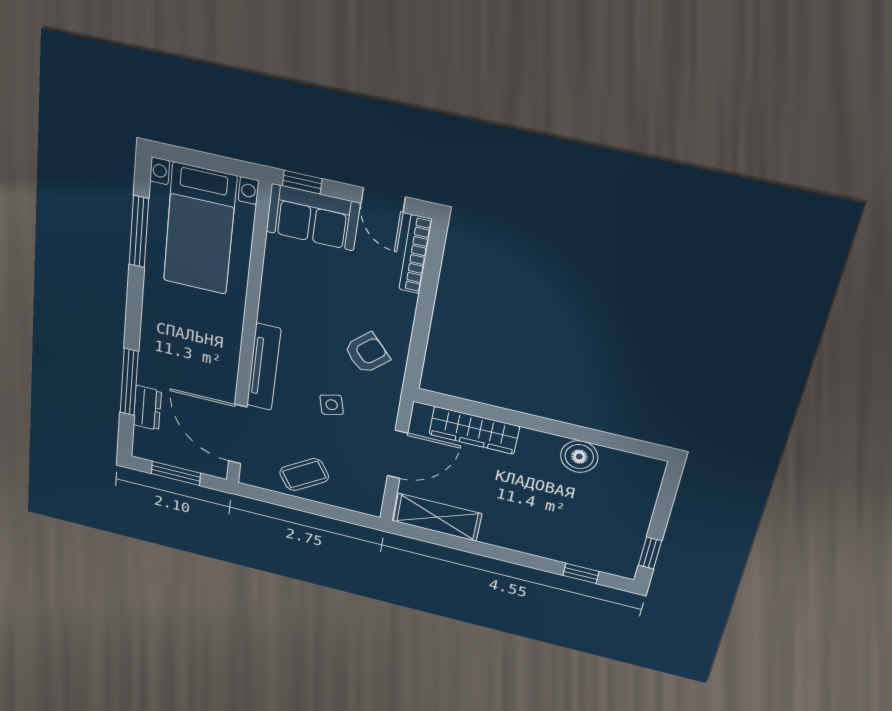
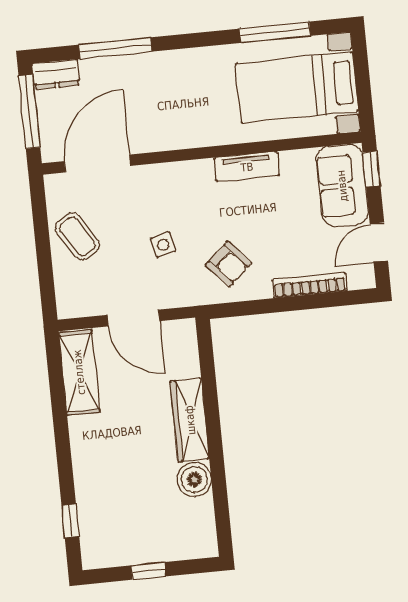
bookcase: (415, 254) -> (310, 285), moved
tv unit: (264, 367) -> (247, 167), moved, width x0.71
dresser: (147, 408) -> (56, 74), moved
wardrobe: (474, 430) -> (190, 420), moved
window: (176, 473) -> (29, 111), width x1.44
window: (650, 553) -> (148, 571), moved

